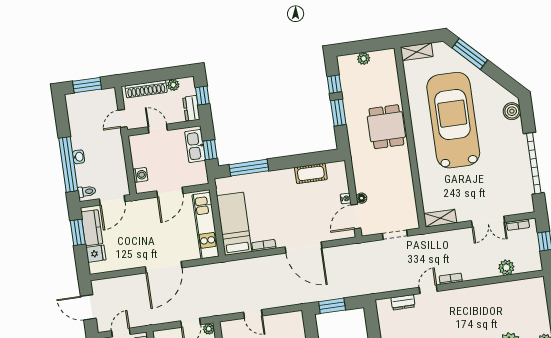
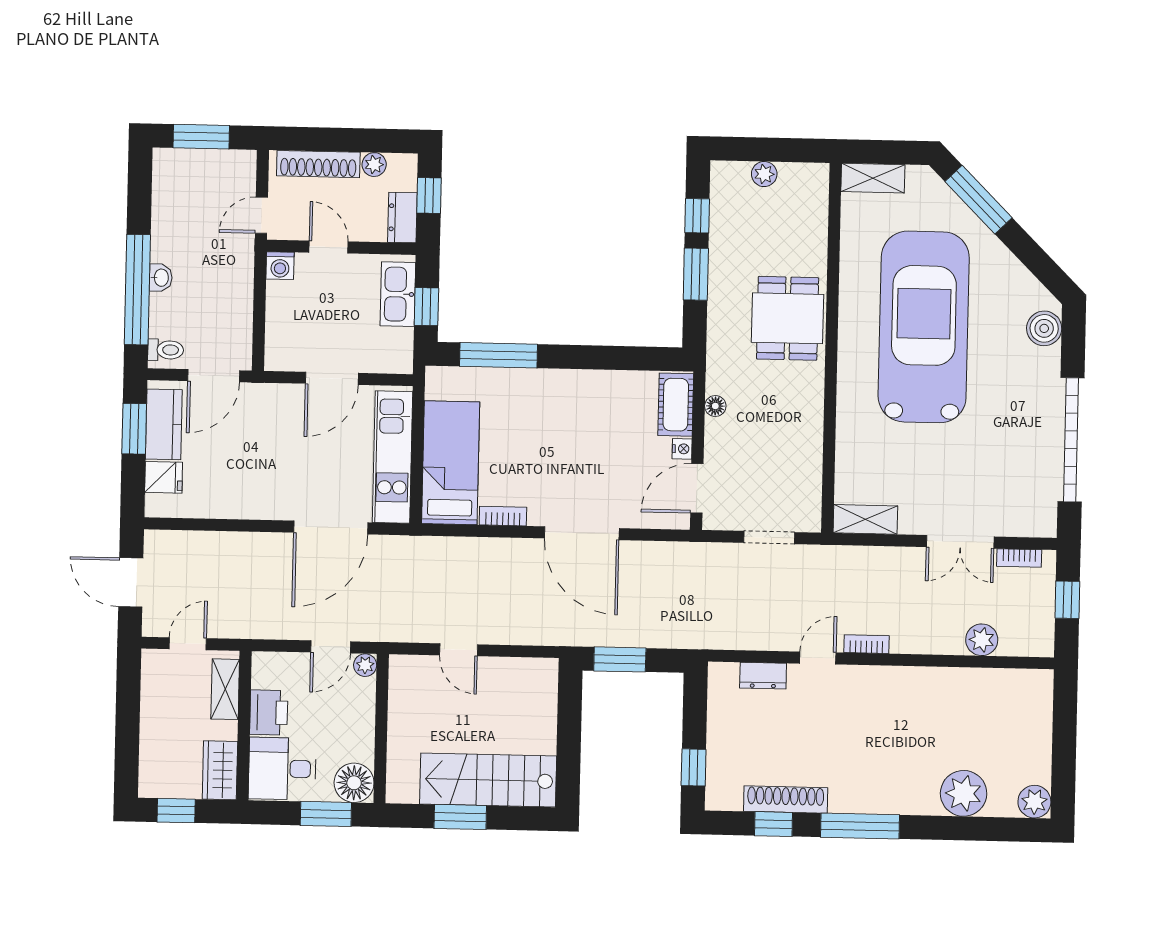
cot: (311, 173) -> (676, 405), moved, turned 90
washing machine: (140, 175) -> (280, 266), moved, turned 90
floor lamp: (362, 198) -> (715, 406), moved
door: (164, 267) -> (331, 528), moved

